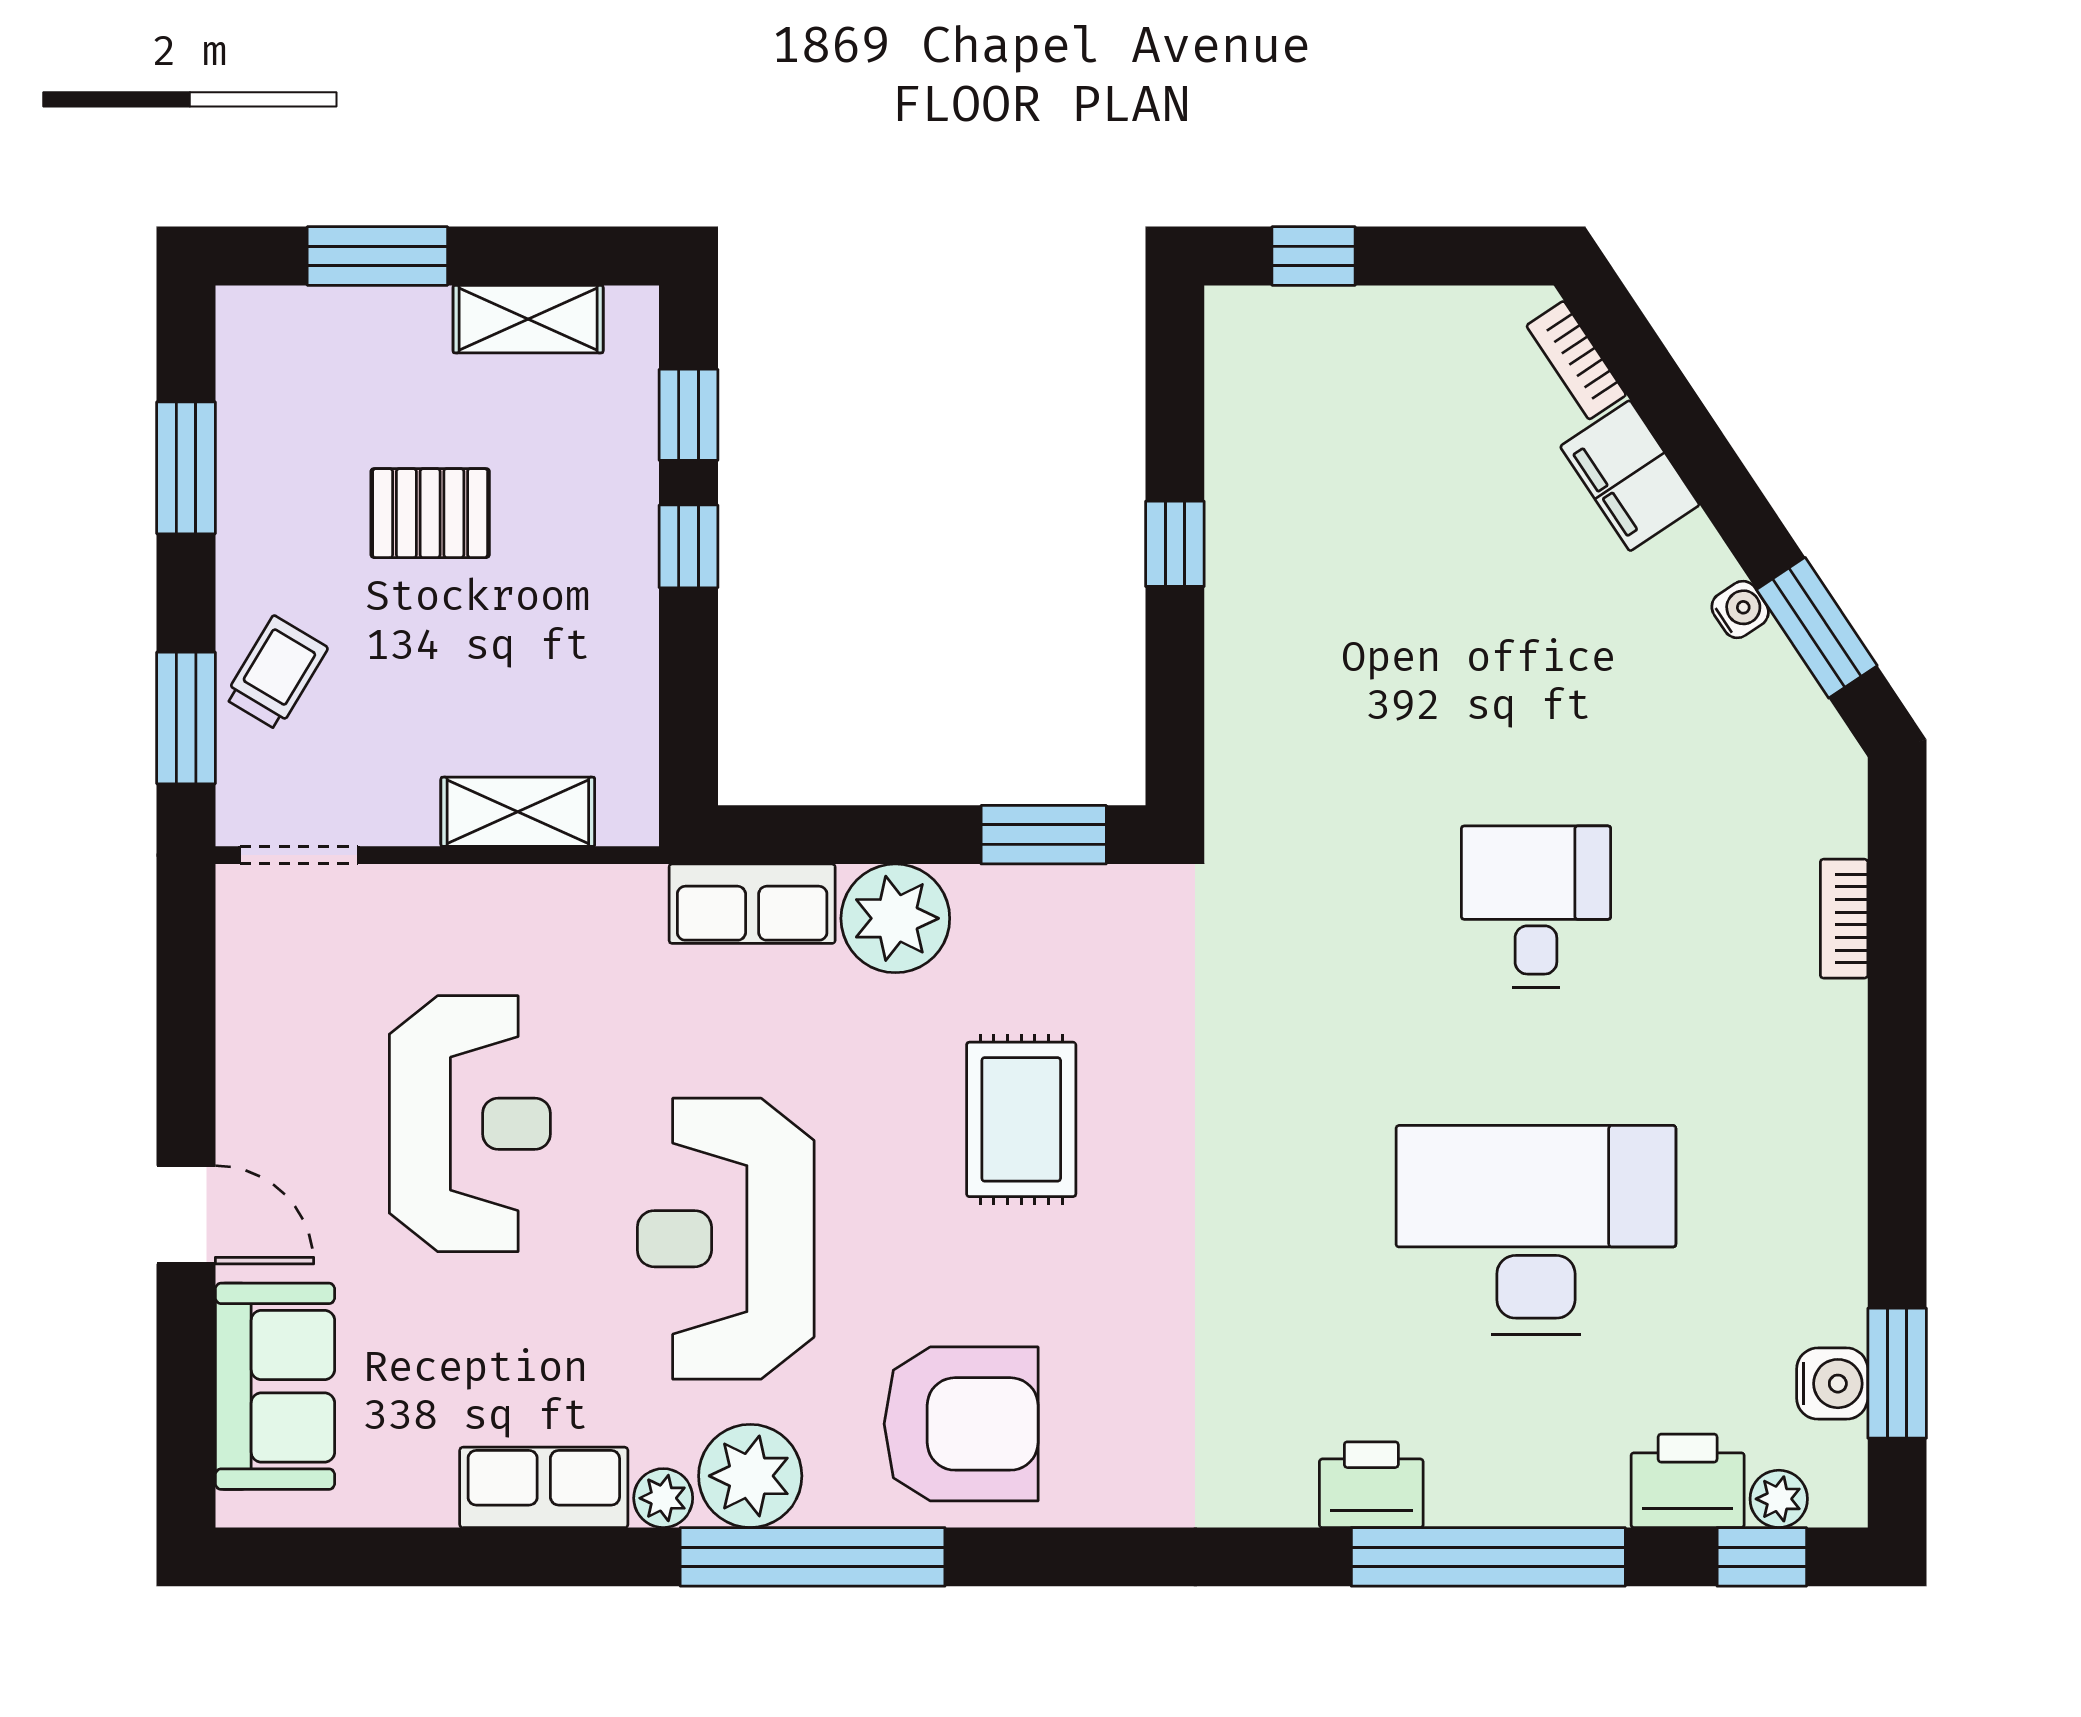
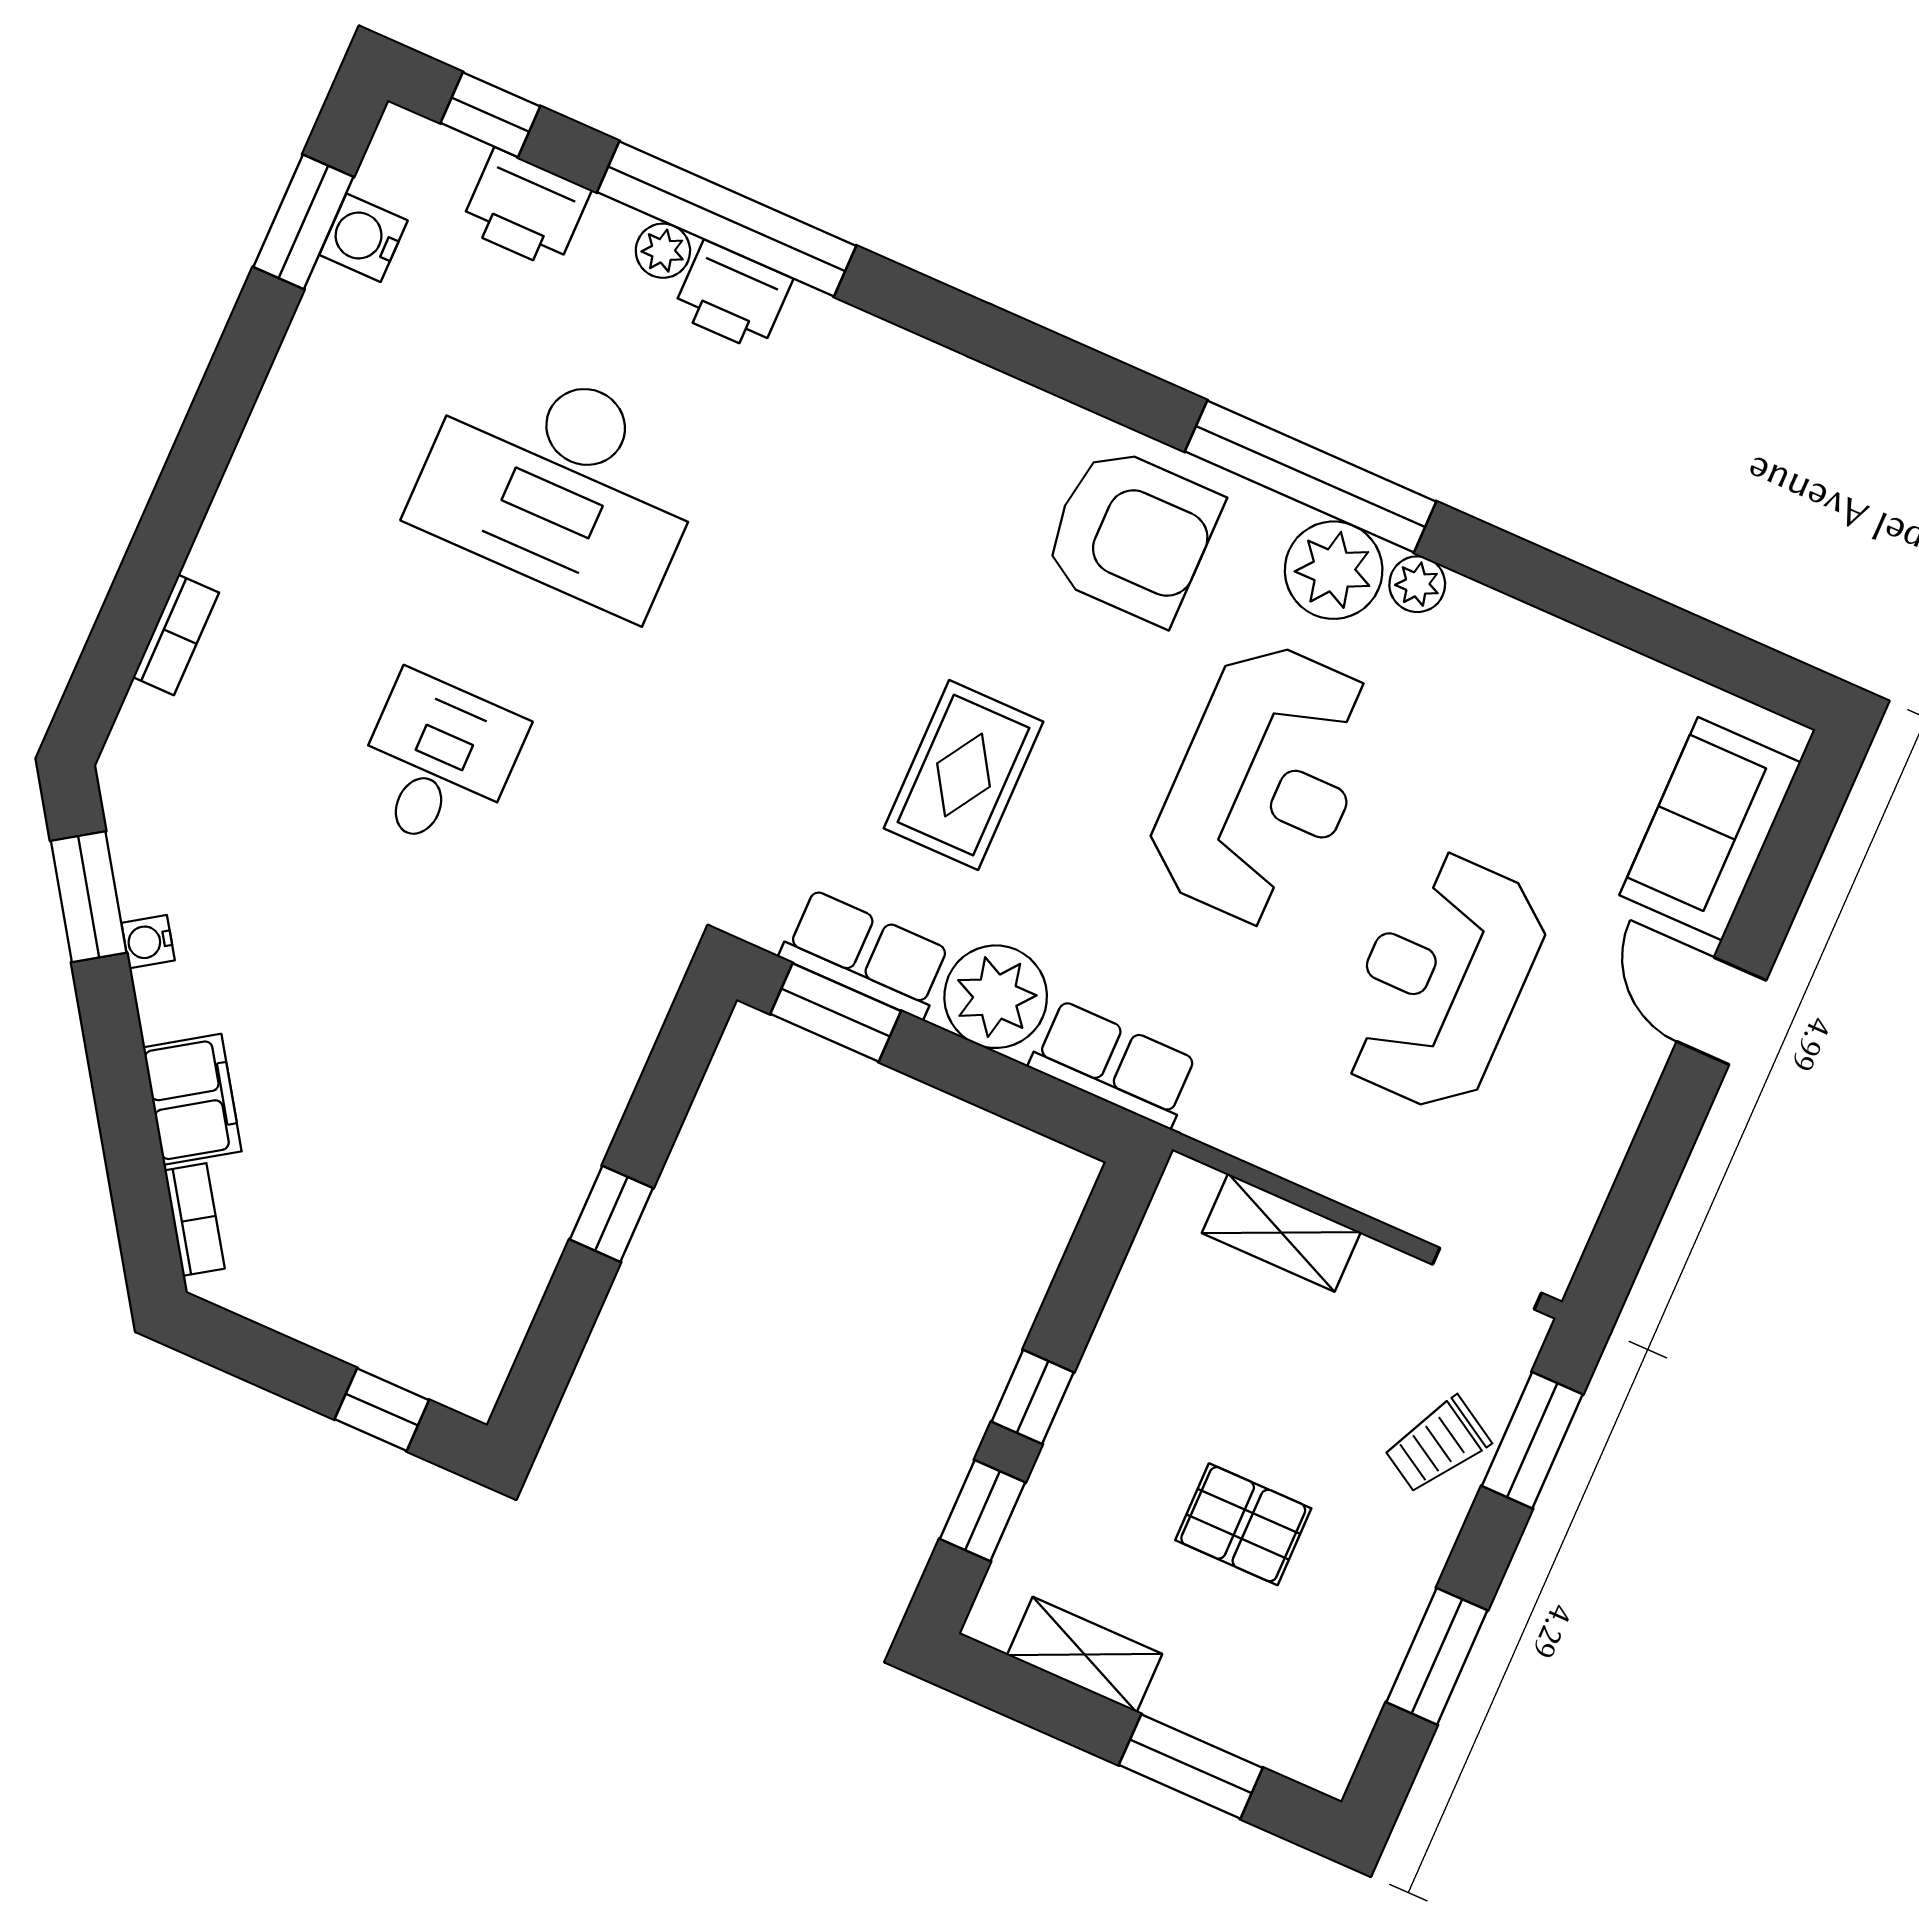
desk: (1536, 906) -> (438, 763), turned 180
armchair: (961, 1424) -> (1132, 535), turned 180
printer: (1371, 1485) -> (732, 296), moved
row of seats: (544, 1487) -> (866, 954), moved, turned 180
plant: (1779, 1499) -> (663, 251), moved

